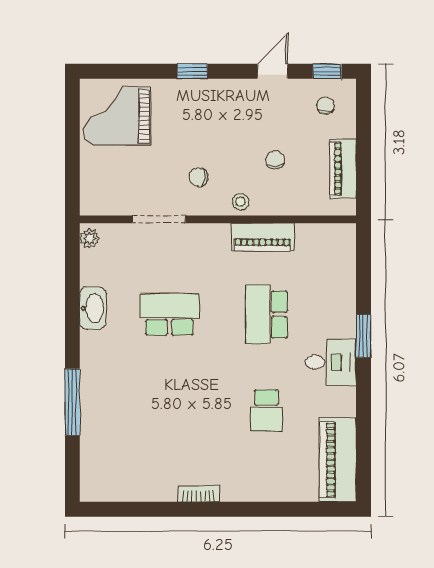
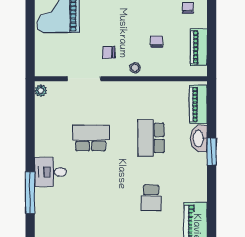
piano: (262, 237) -> (198, 104), moved, turned 90
washbasin: (93, 308) -> (199, 138), moved, turned 180
desk: (331, 362) -> (51, 172), moved, turned 180

